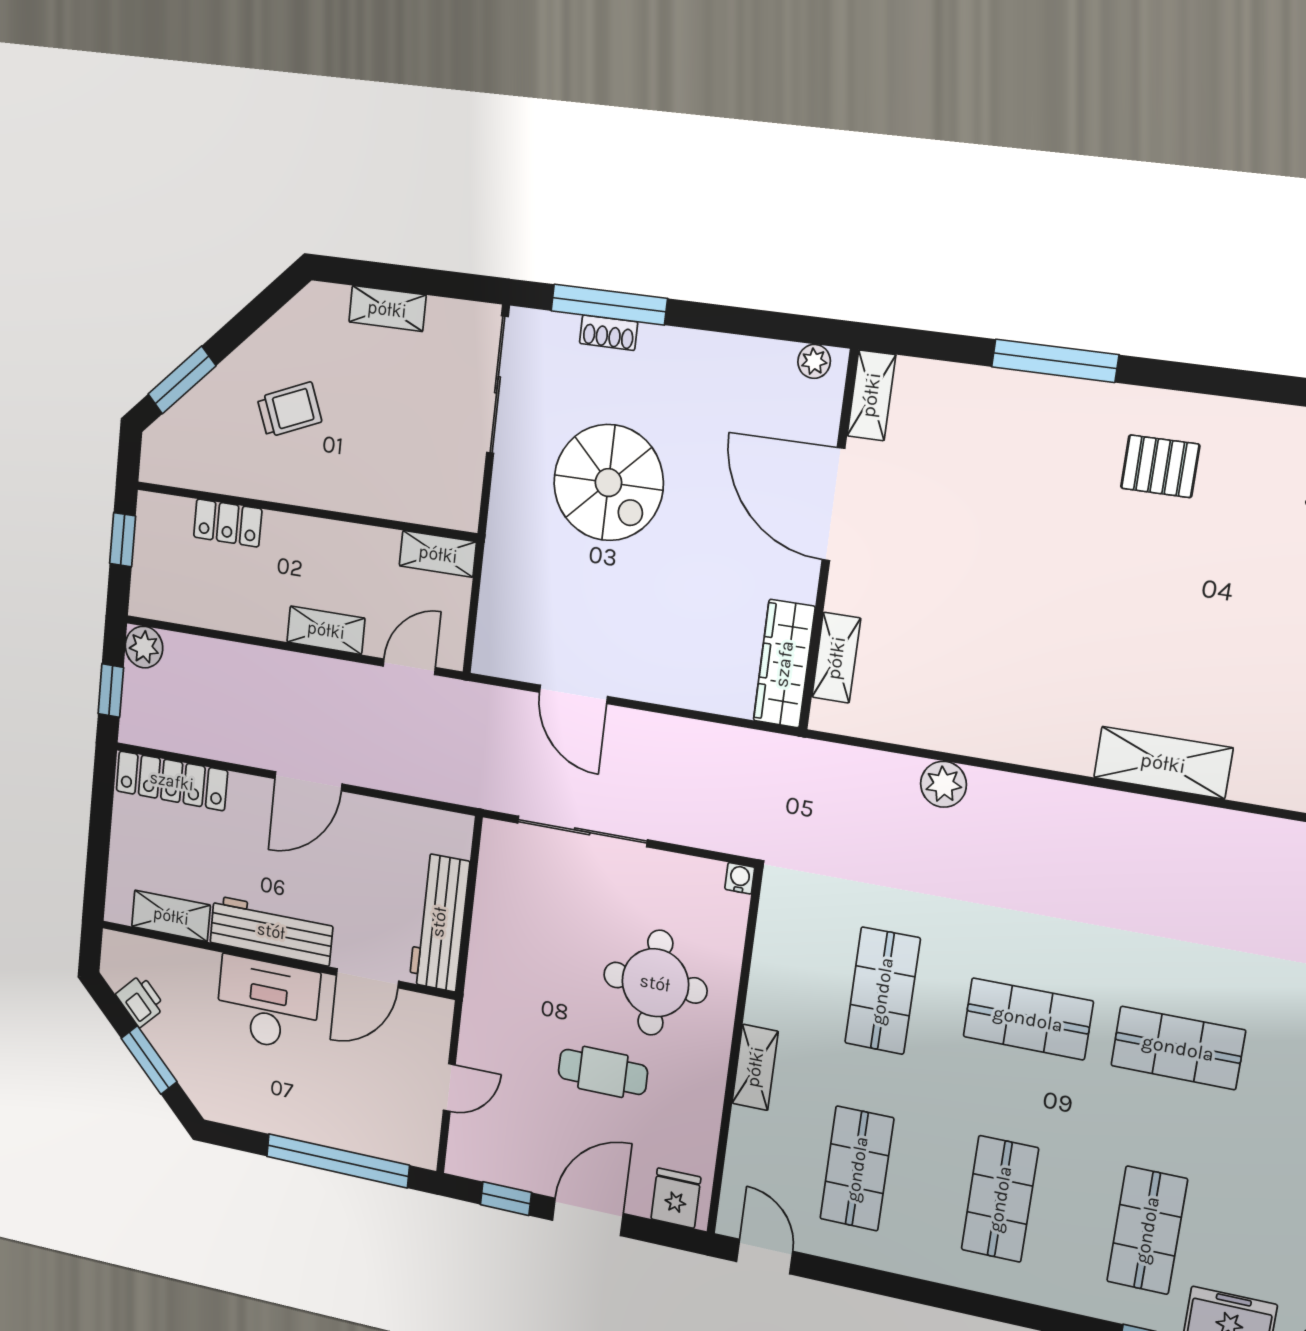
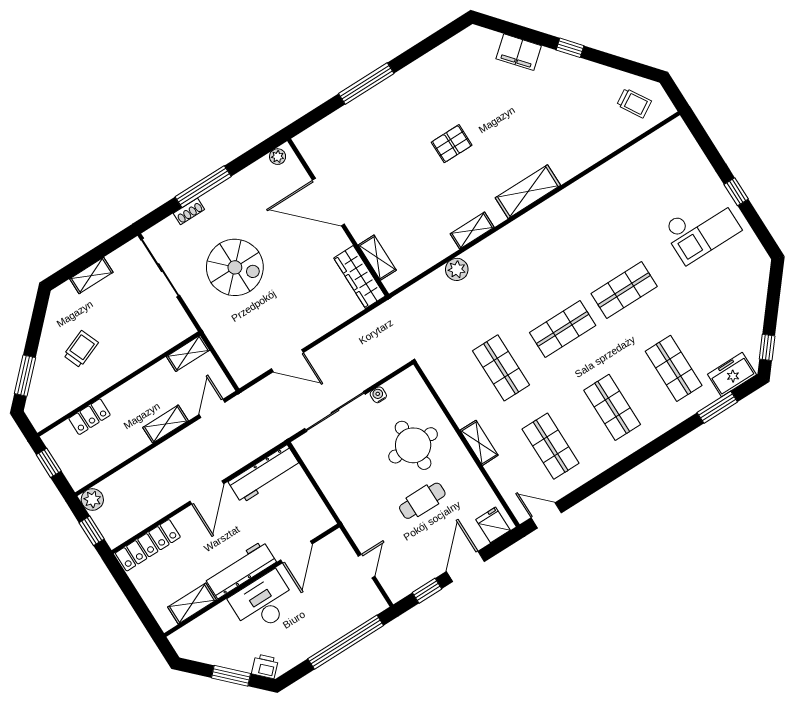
window: (609, 305) -> (203, 187), moved
shelving: (871, 395) -> (472, 231), moved, turned 90
pallet: (1160, 466) -> (452, 144), moved
water cooler: (740, 878) -> (378, 395), moved
workbench: (439, 922) -> (264, 474), moved, turned -90
printer: (140, 1001) -> (265, 666), moved

